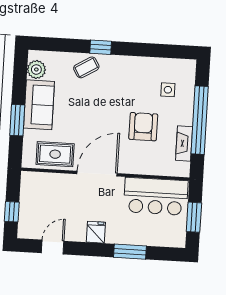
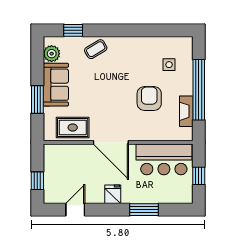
window: (101, 47) -> (73, 30), moved
door: (97, 174) -> (111, 142), swing flipped
window: (194, 217) -> (199, 176), width x0.67

